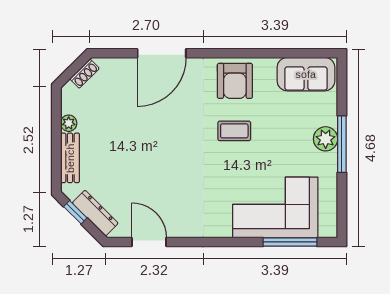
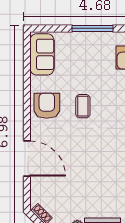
armchair: (235, 81) -> (47, 106), turned -90
plant: (326, 139) -> (89, 40), removed

